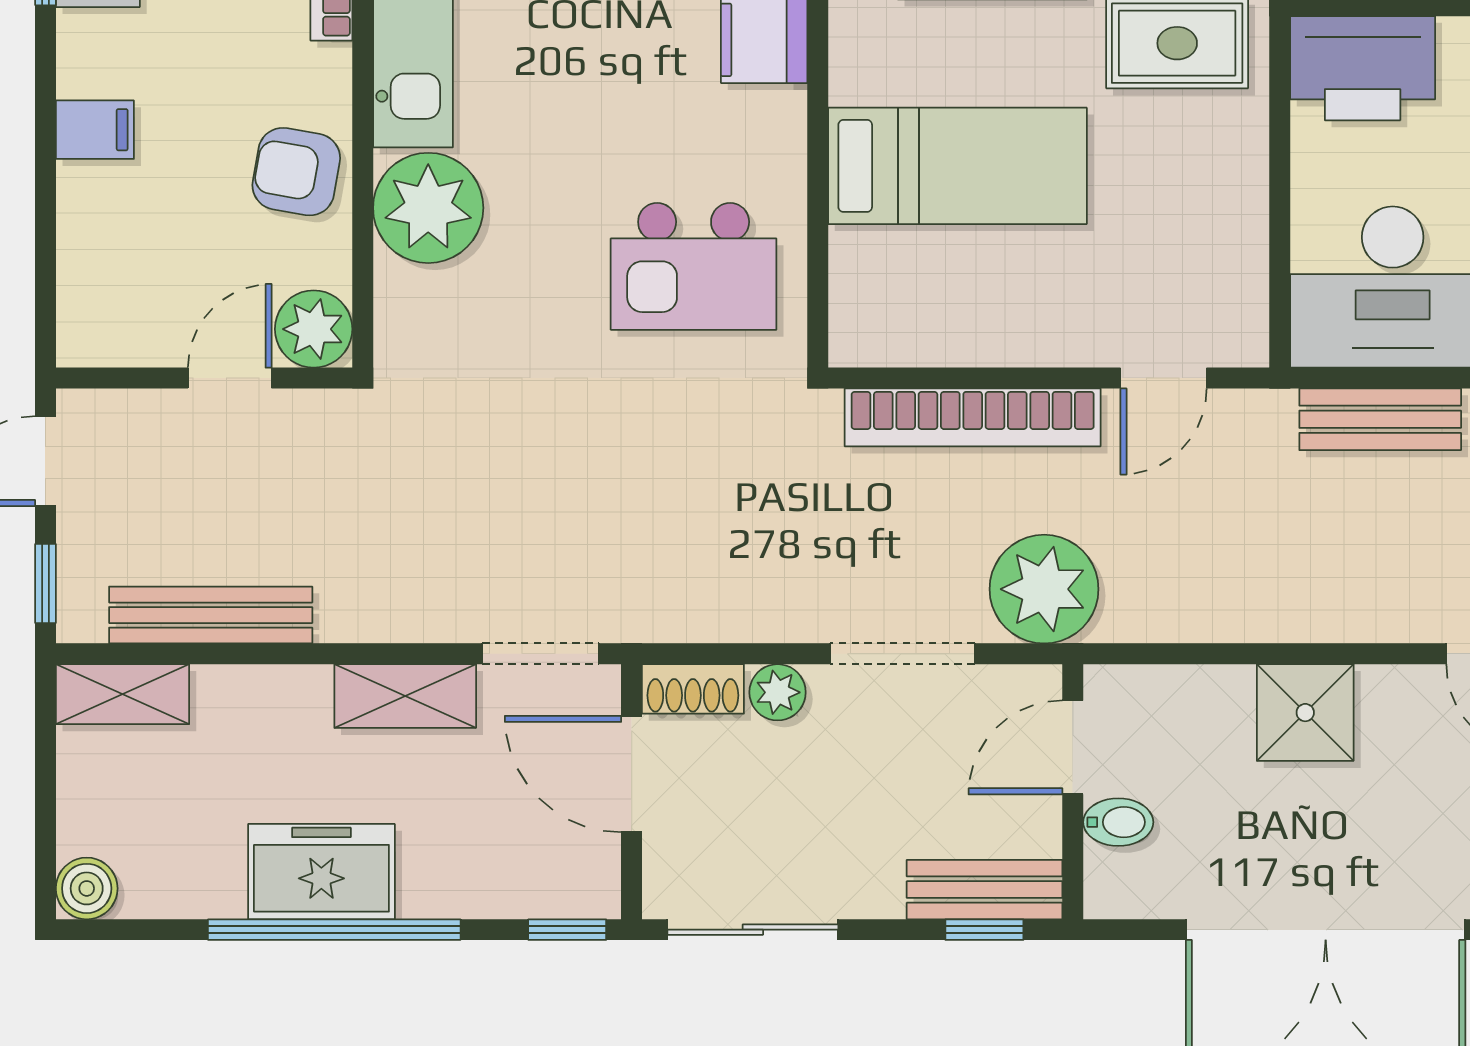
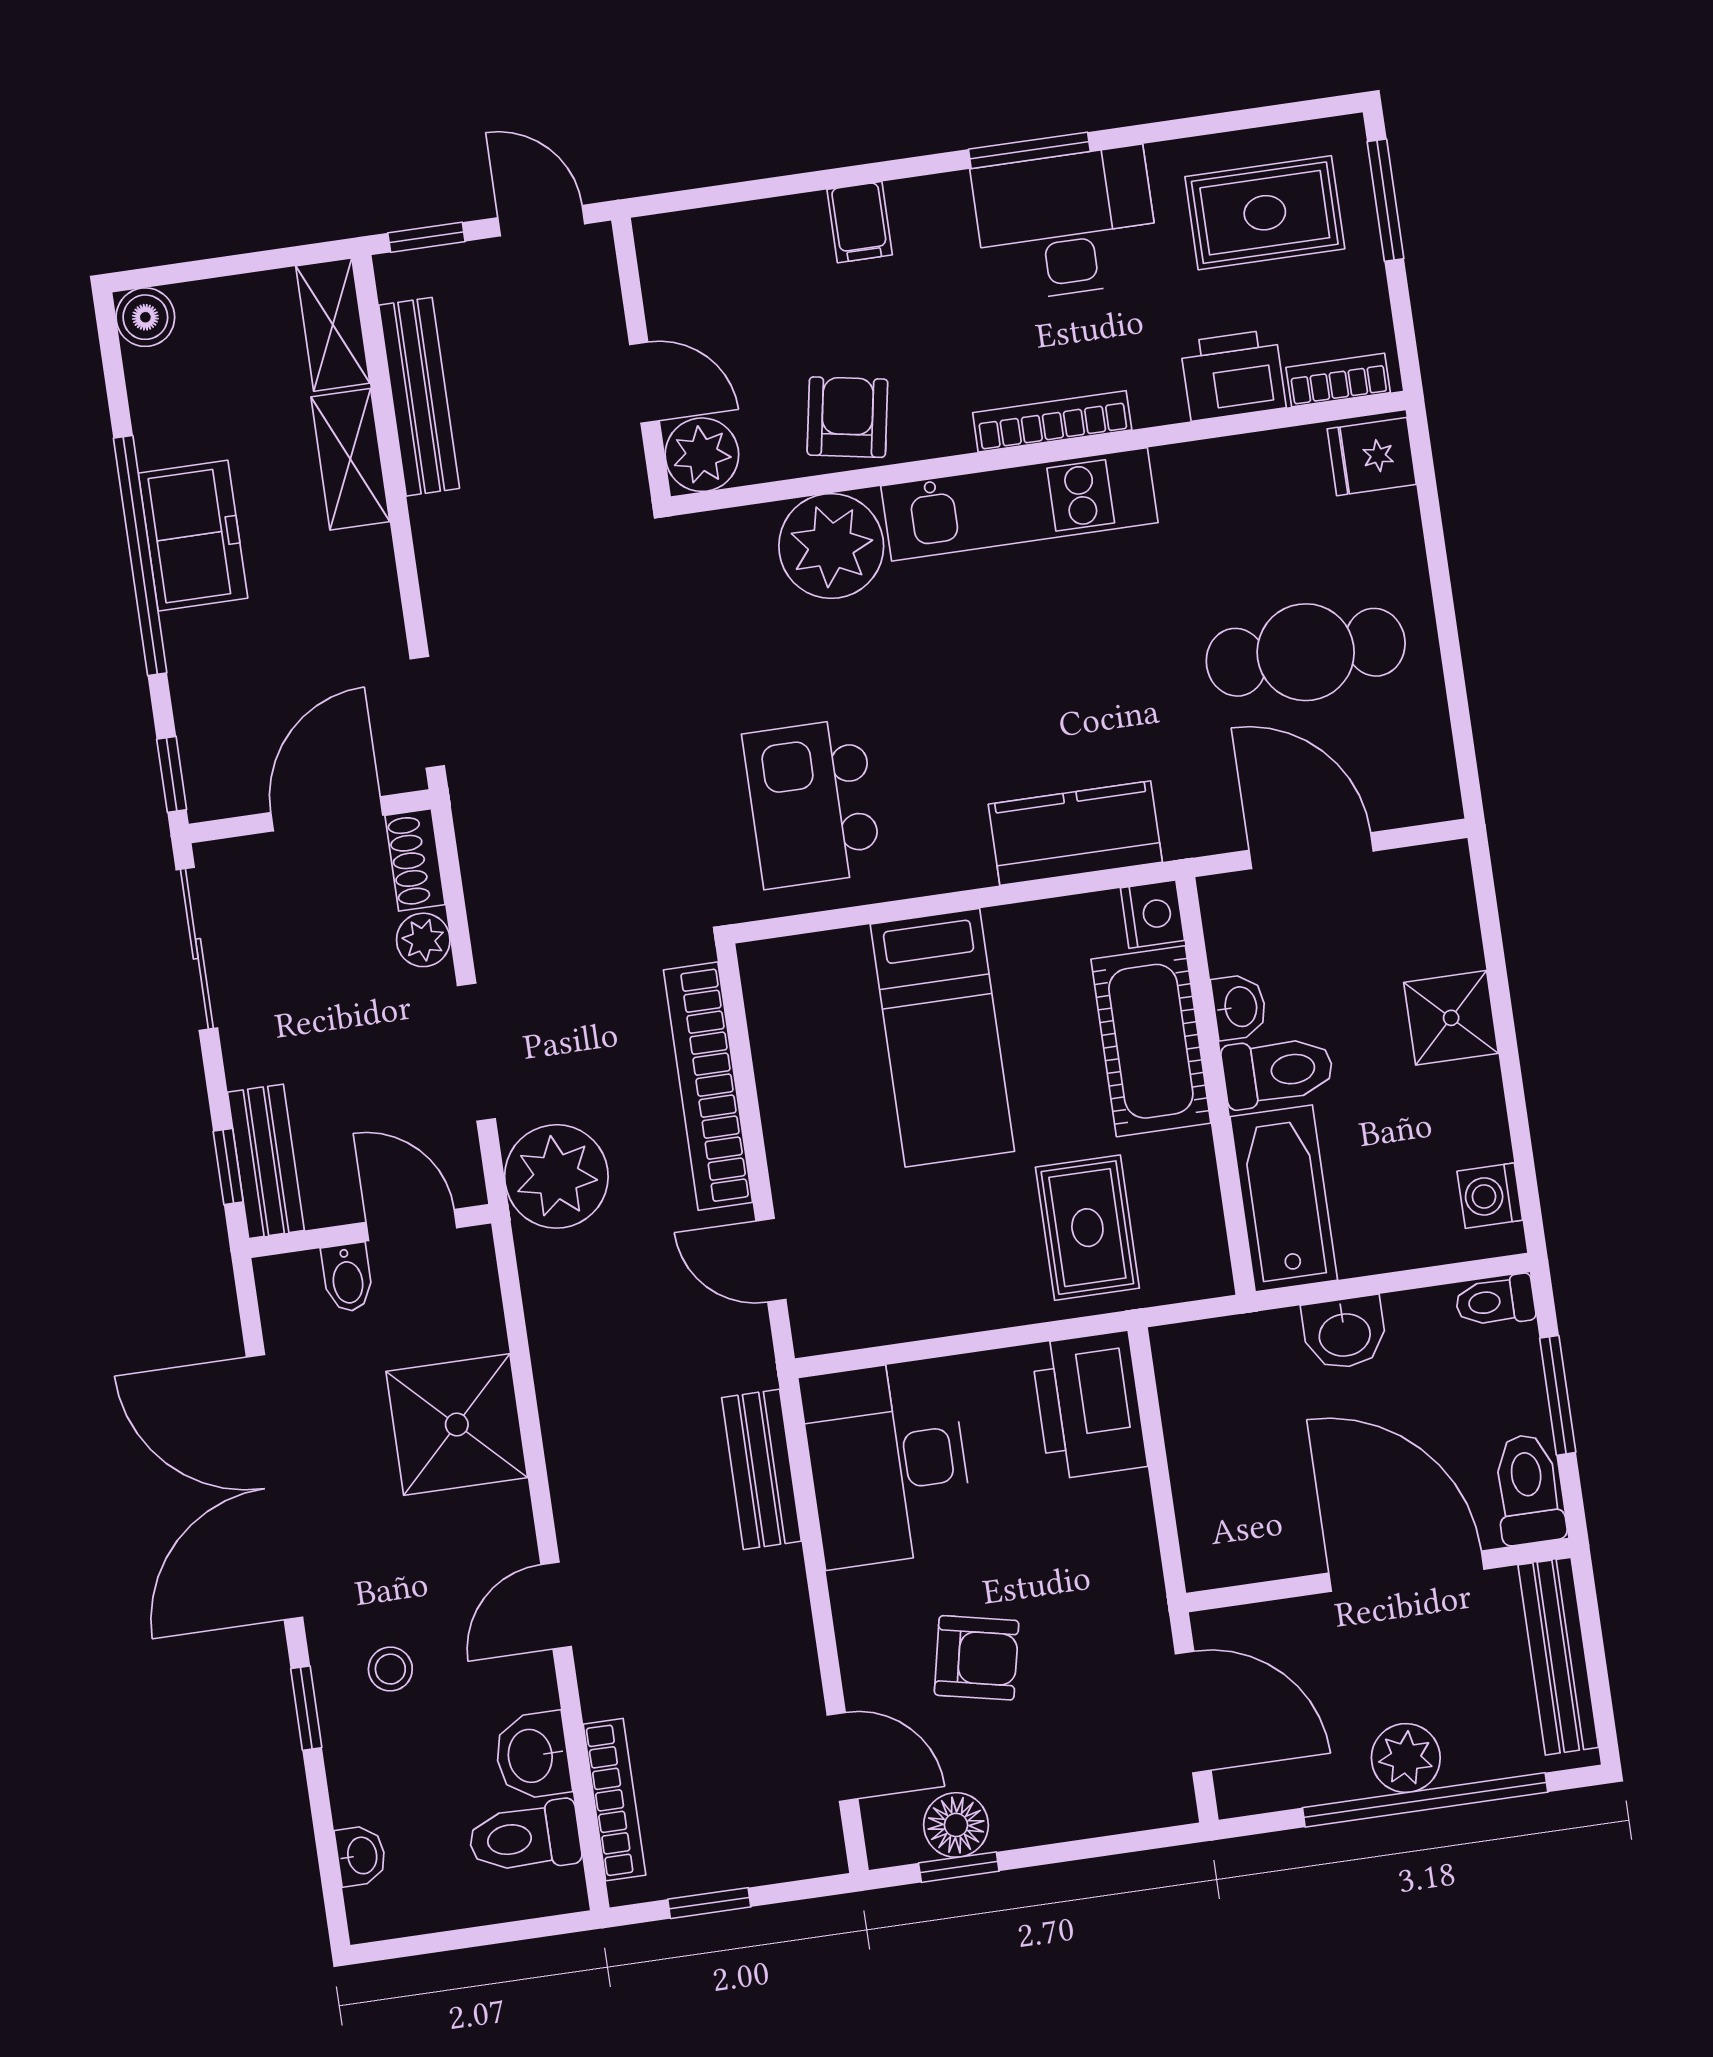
shelving: (405, 696) -> (350, 459), moved
shower: (1305, 713) -> (457, 1425), width x1.36, depth x1.36

